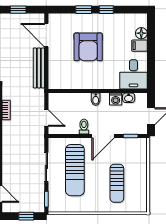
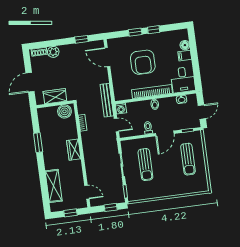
bench: (39, 68) -> (107, 100), moved
bookcase: (94, 84) -> (152, 92), added
washing machine: (116, 99) -> (121, 109), moved
sun lounger: (75, 170) -> (145, 165), width x0.73, depth x0.75
sun lounger: (117, 183) -> (188, 159), moved

